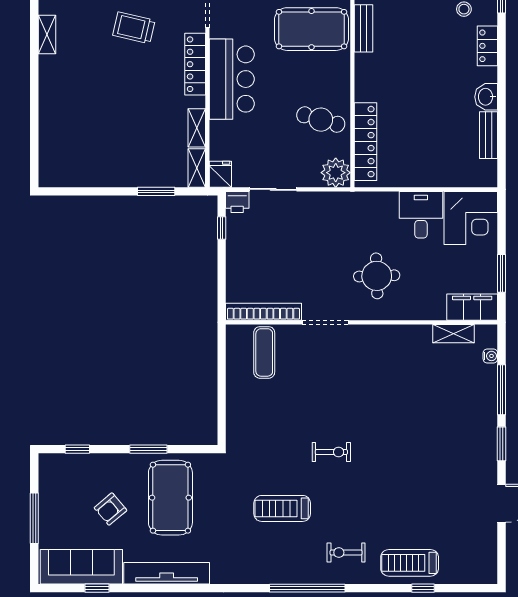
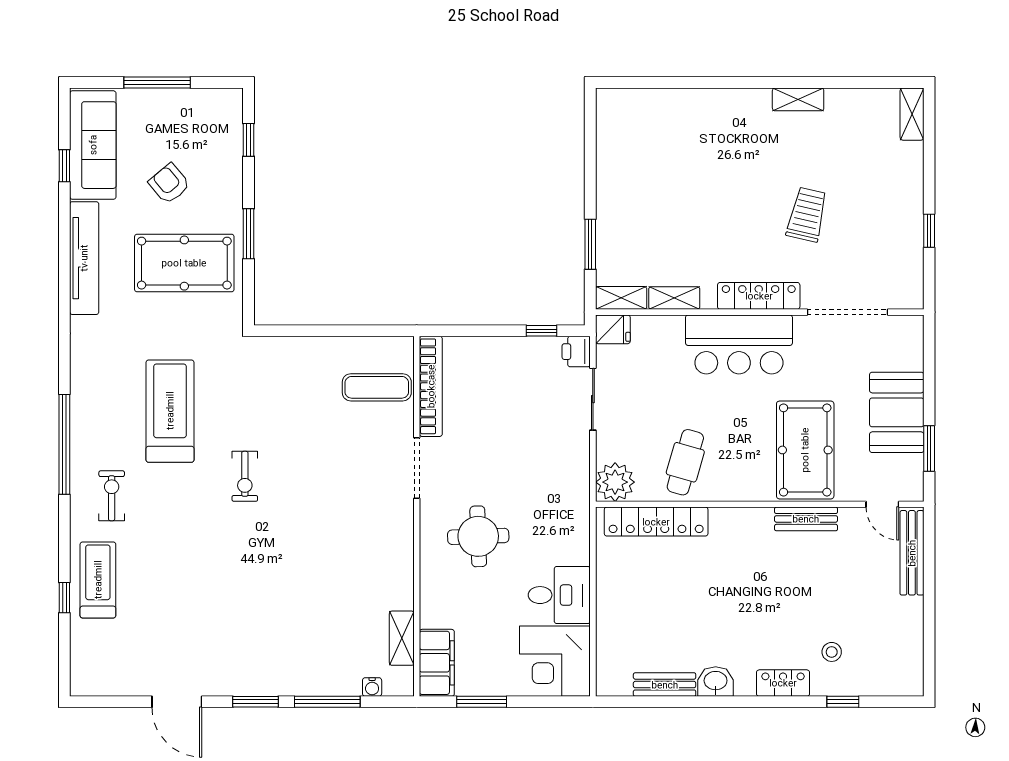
treadmill: (282, 508) -> (170, 411), width x1.37, depth x1.38

